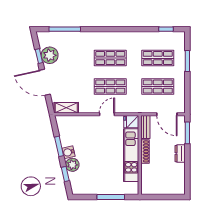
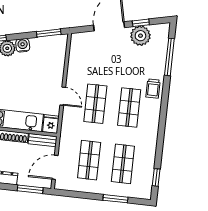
trolley: (92, 40) -> (153, 88), added
shelving: (66, 108) -> (76, 49), removed
window: (59, 146) -> (49, 33), moved

